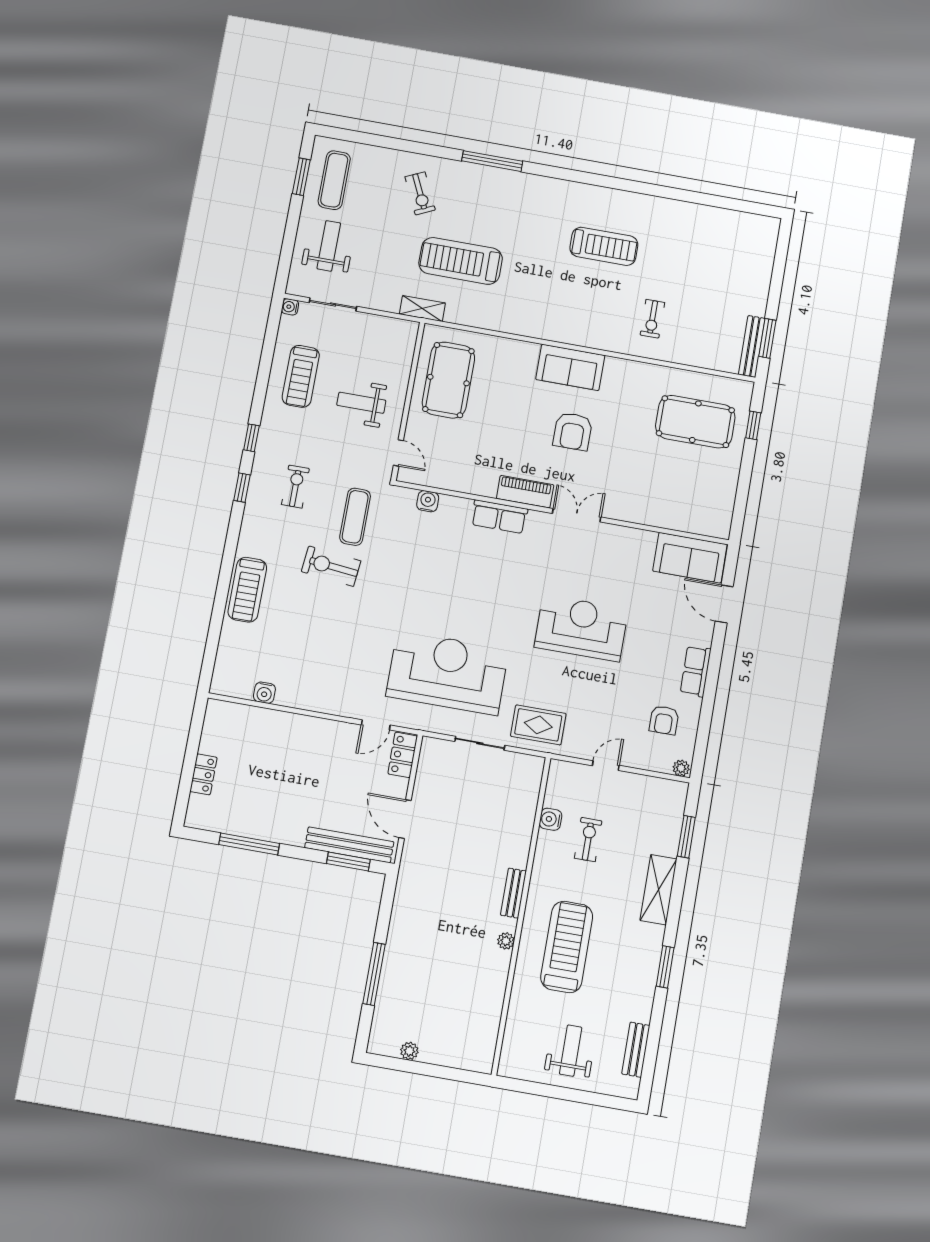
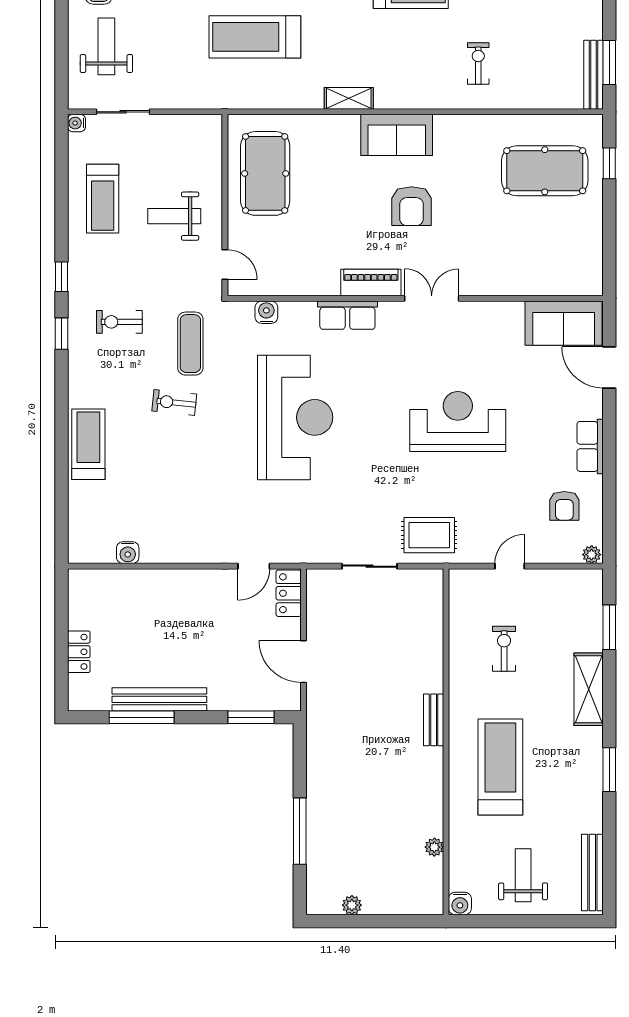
shelving: (422, 309) -> (349, 98), moved
exercise bike: (652, 319) -> (478, 64), turned 180
exercise bike: (295, 487) -> (119, 322), turned -90
exercise bike: (331, 566) -> (174, 402), width x0.73, depth x0.72
treadmill: (247, 590) -> (88, 444), turned 180
reception desk: (447, 673) -> (295, 417), moved, turned 90
water cooler: (551, 819) -> (460, 904), moved, turned -90
bench: (349, 845) -> (159, 699), moved
plant: (506, 941) -> (434, 847), moved
bench: (636, 1050) -> (592, 873), width x1.36

